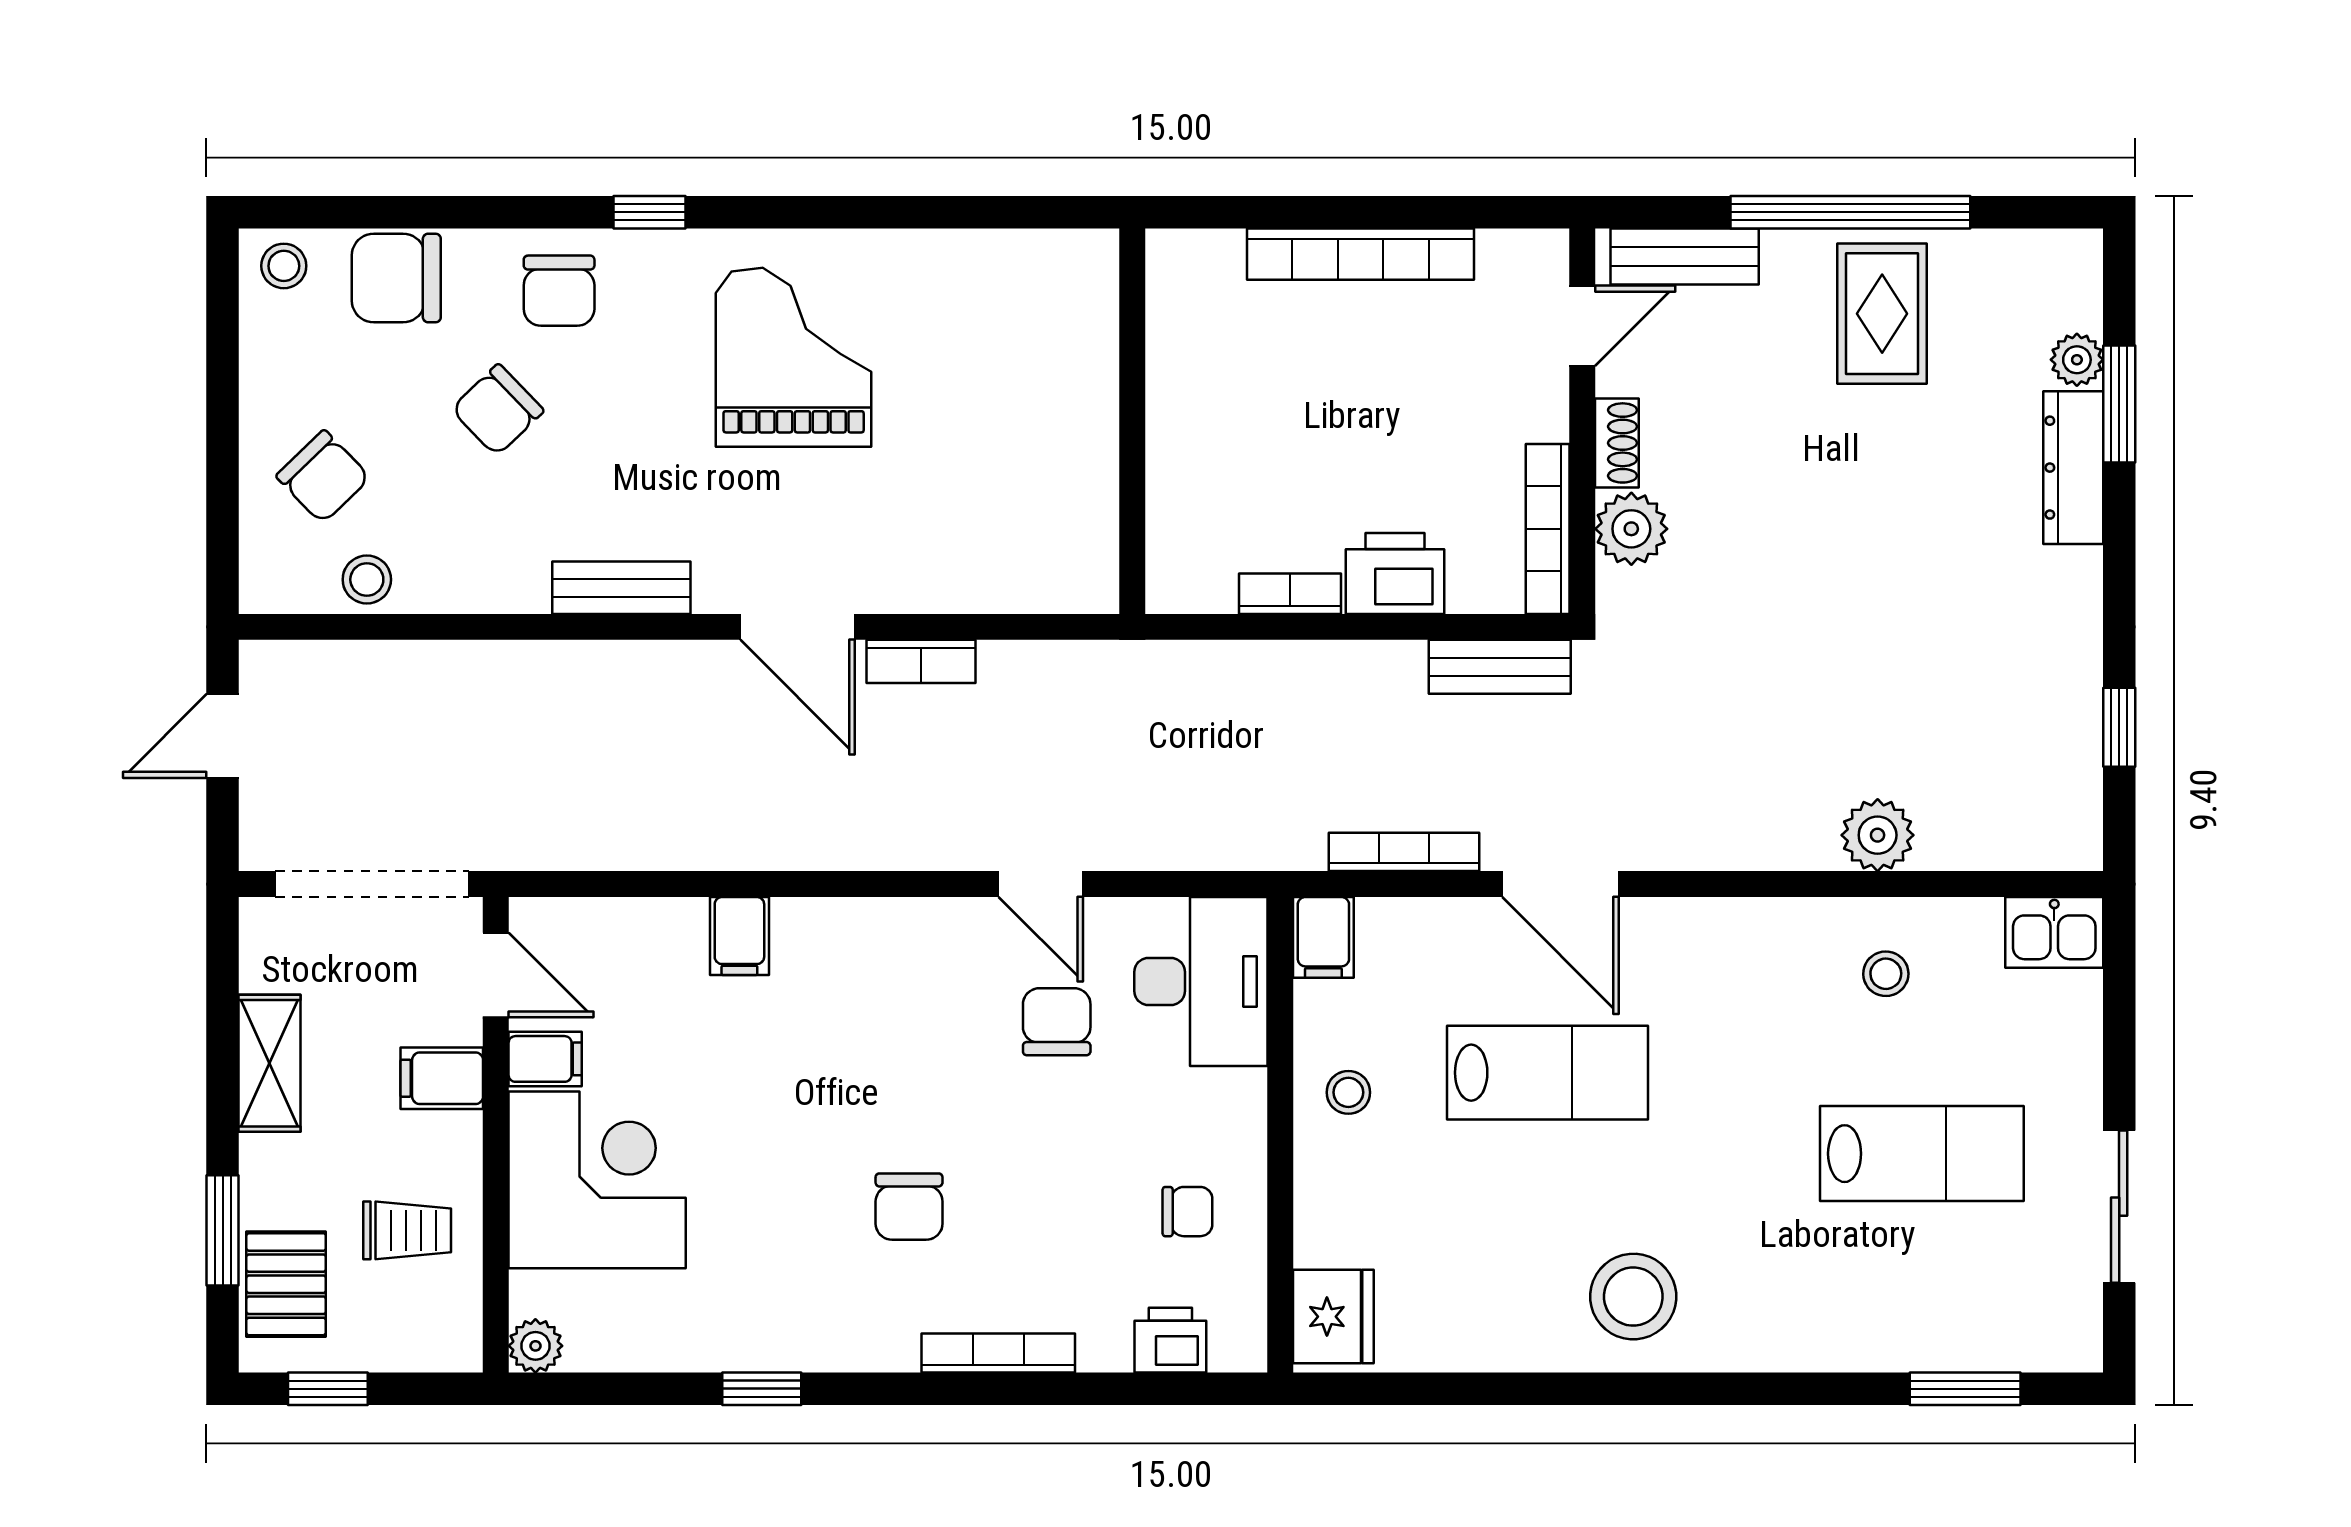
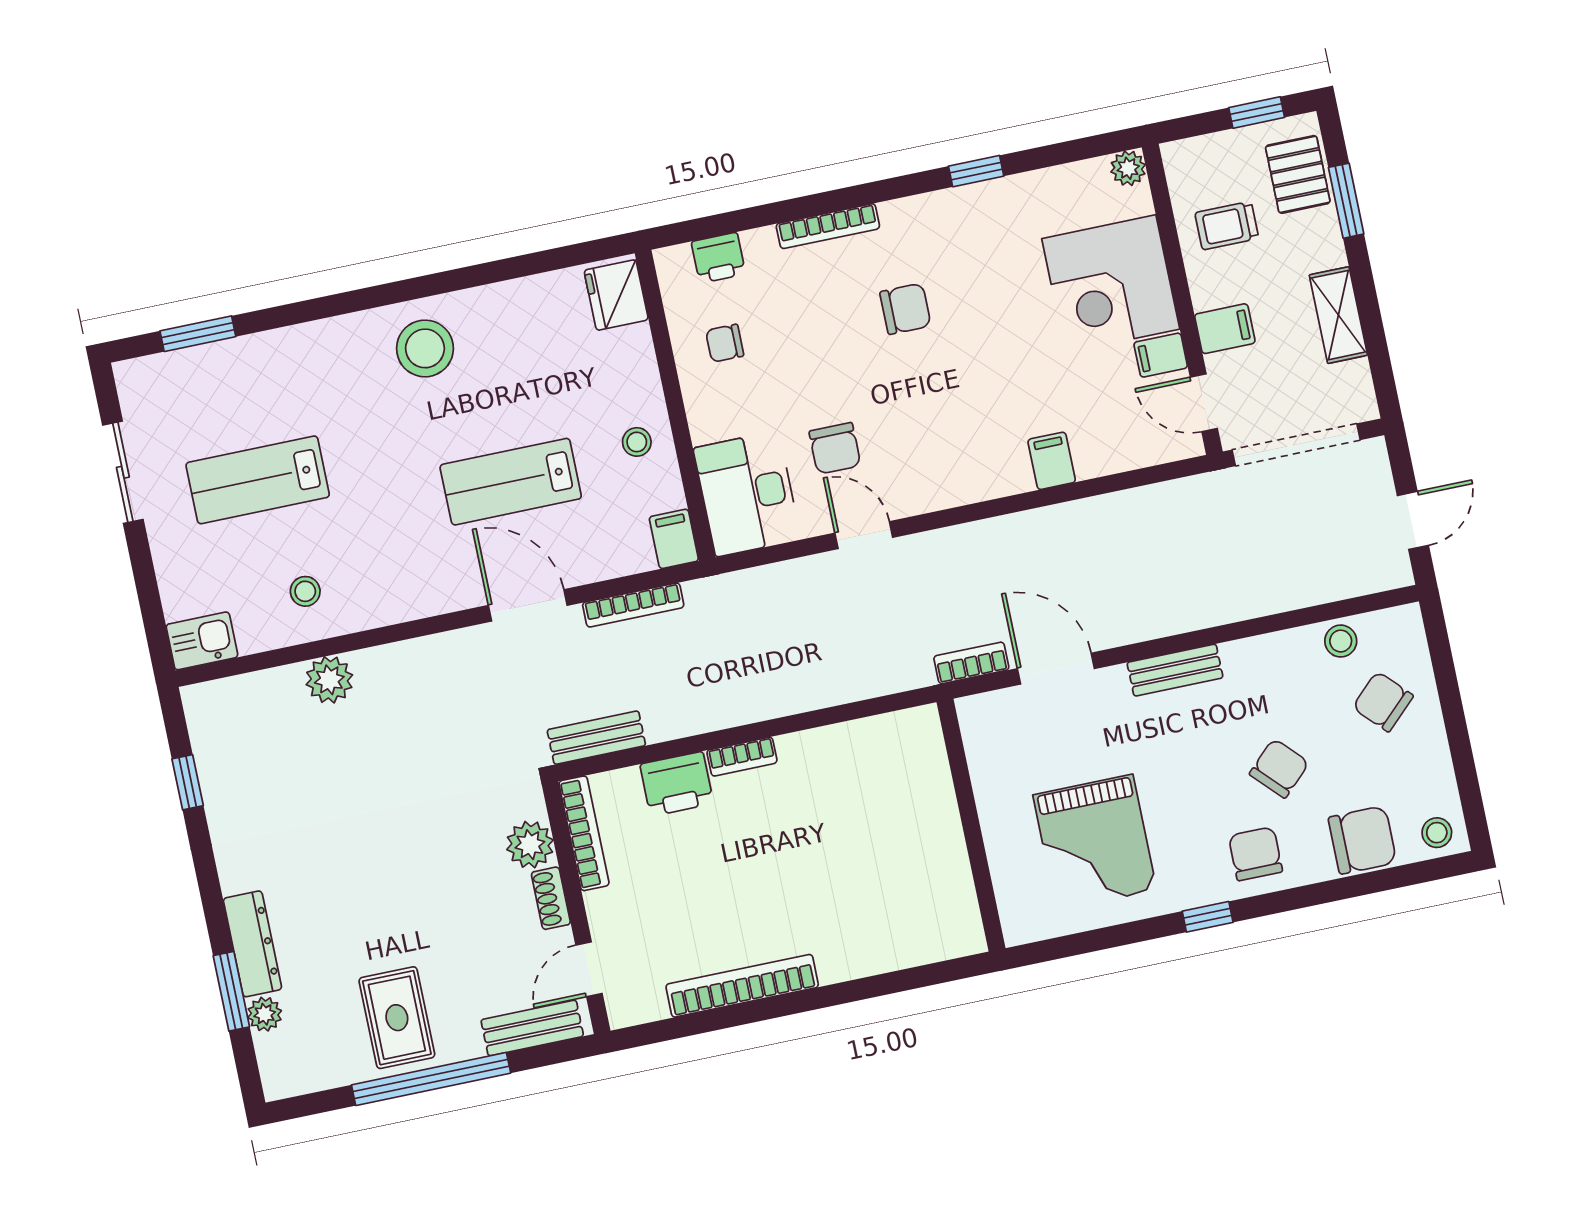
wall: (1132, 421) -> (971, 825), moved
chair: (909, 1207) -> (905, 309), turned 90

